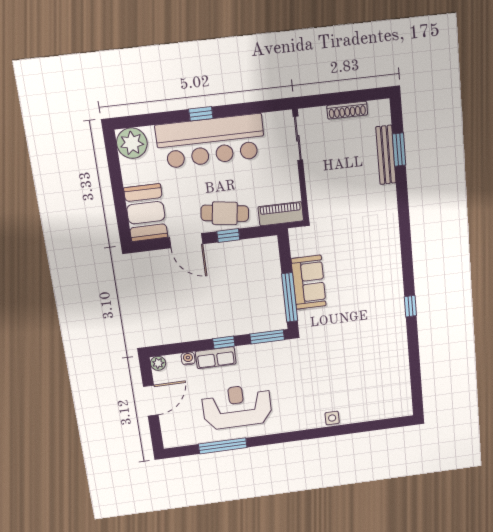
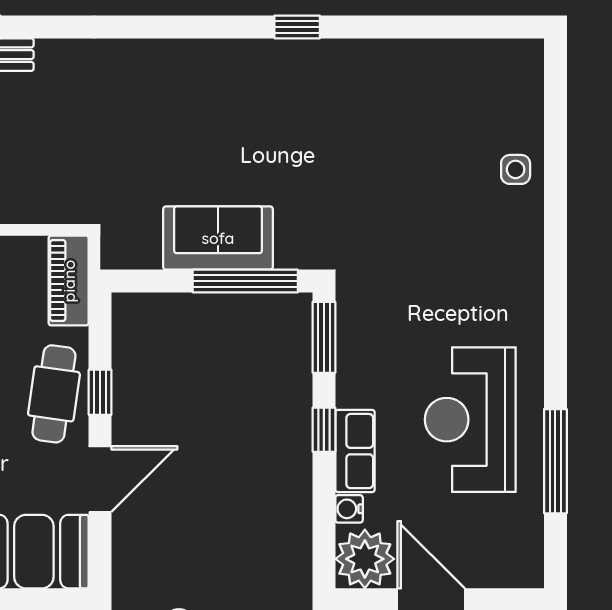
plant: (158, 363) -> (365, 559), width x1.88, depth x1.88
side table: (332, 418) -> (516, 169), moved

